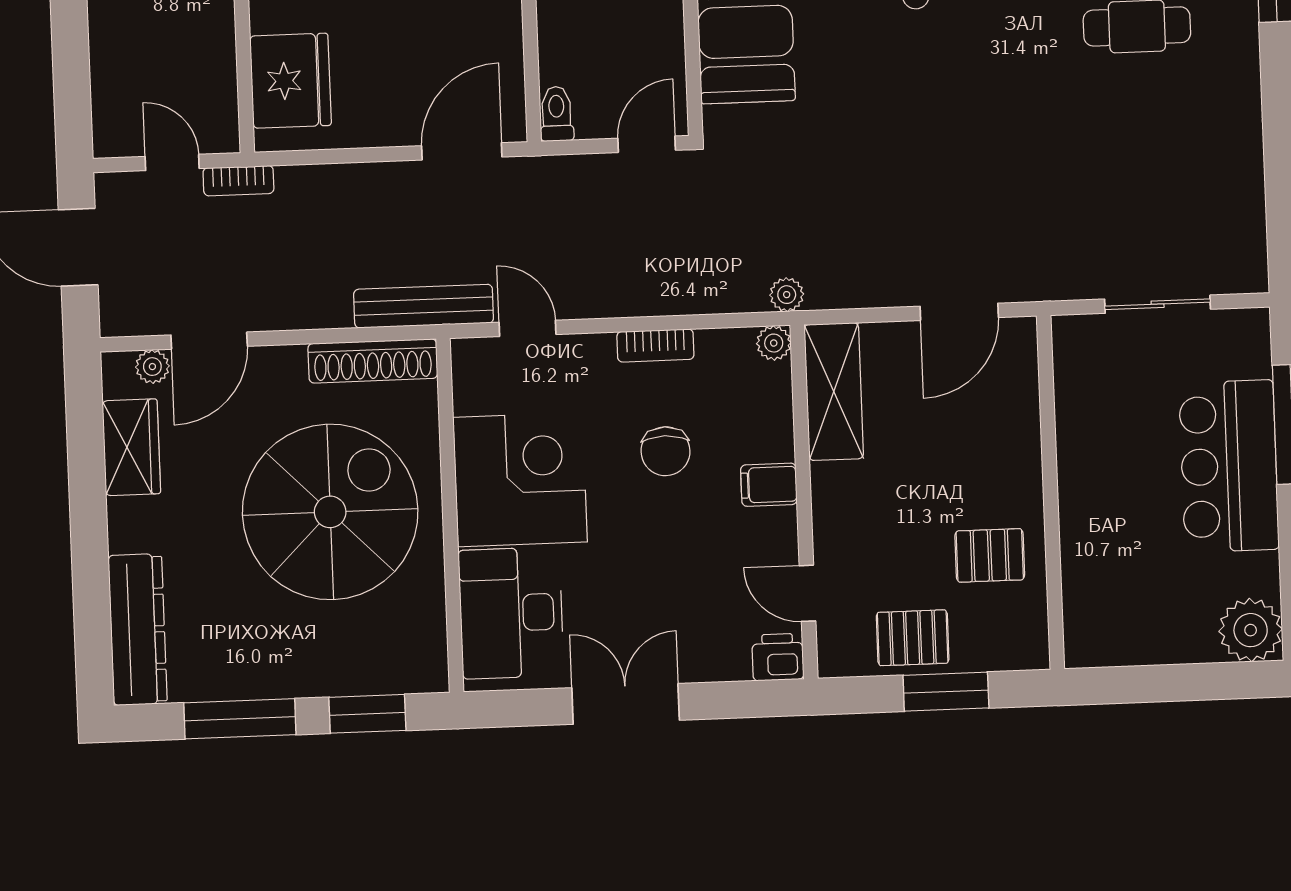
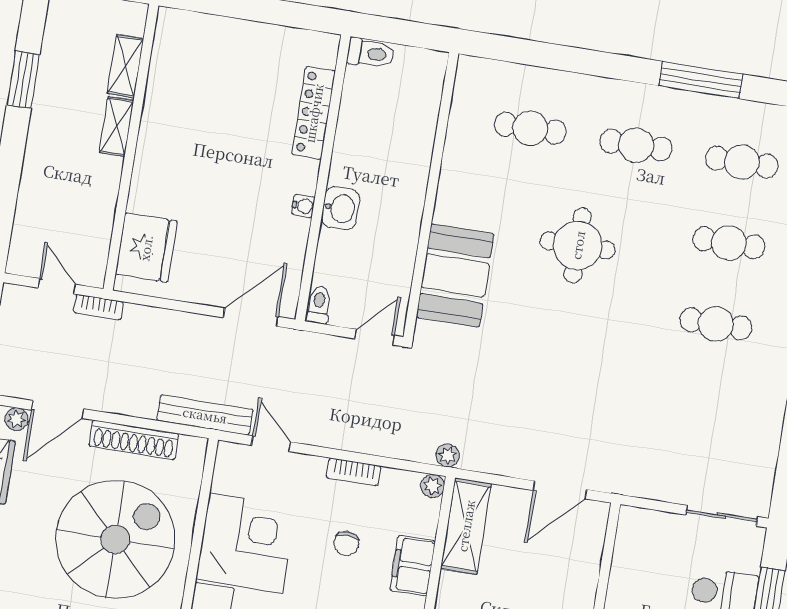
sliding door: (1158, 304) -> (722, 516), moved
shoe rack: (373, 361) -> (134, 440), moved
chair: (665, 451) -> (346, 544), width x0.73, depth x0.73
filing cabinet: (769, 485) -> (413, 566), width x2.00

